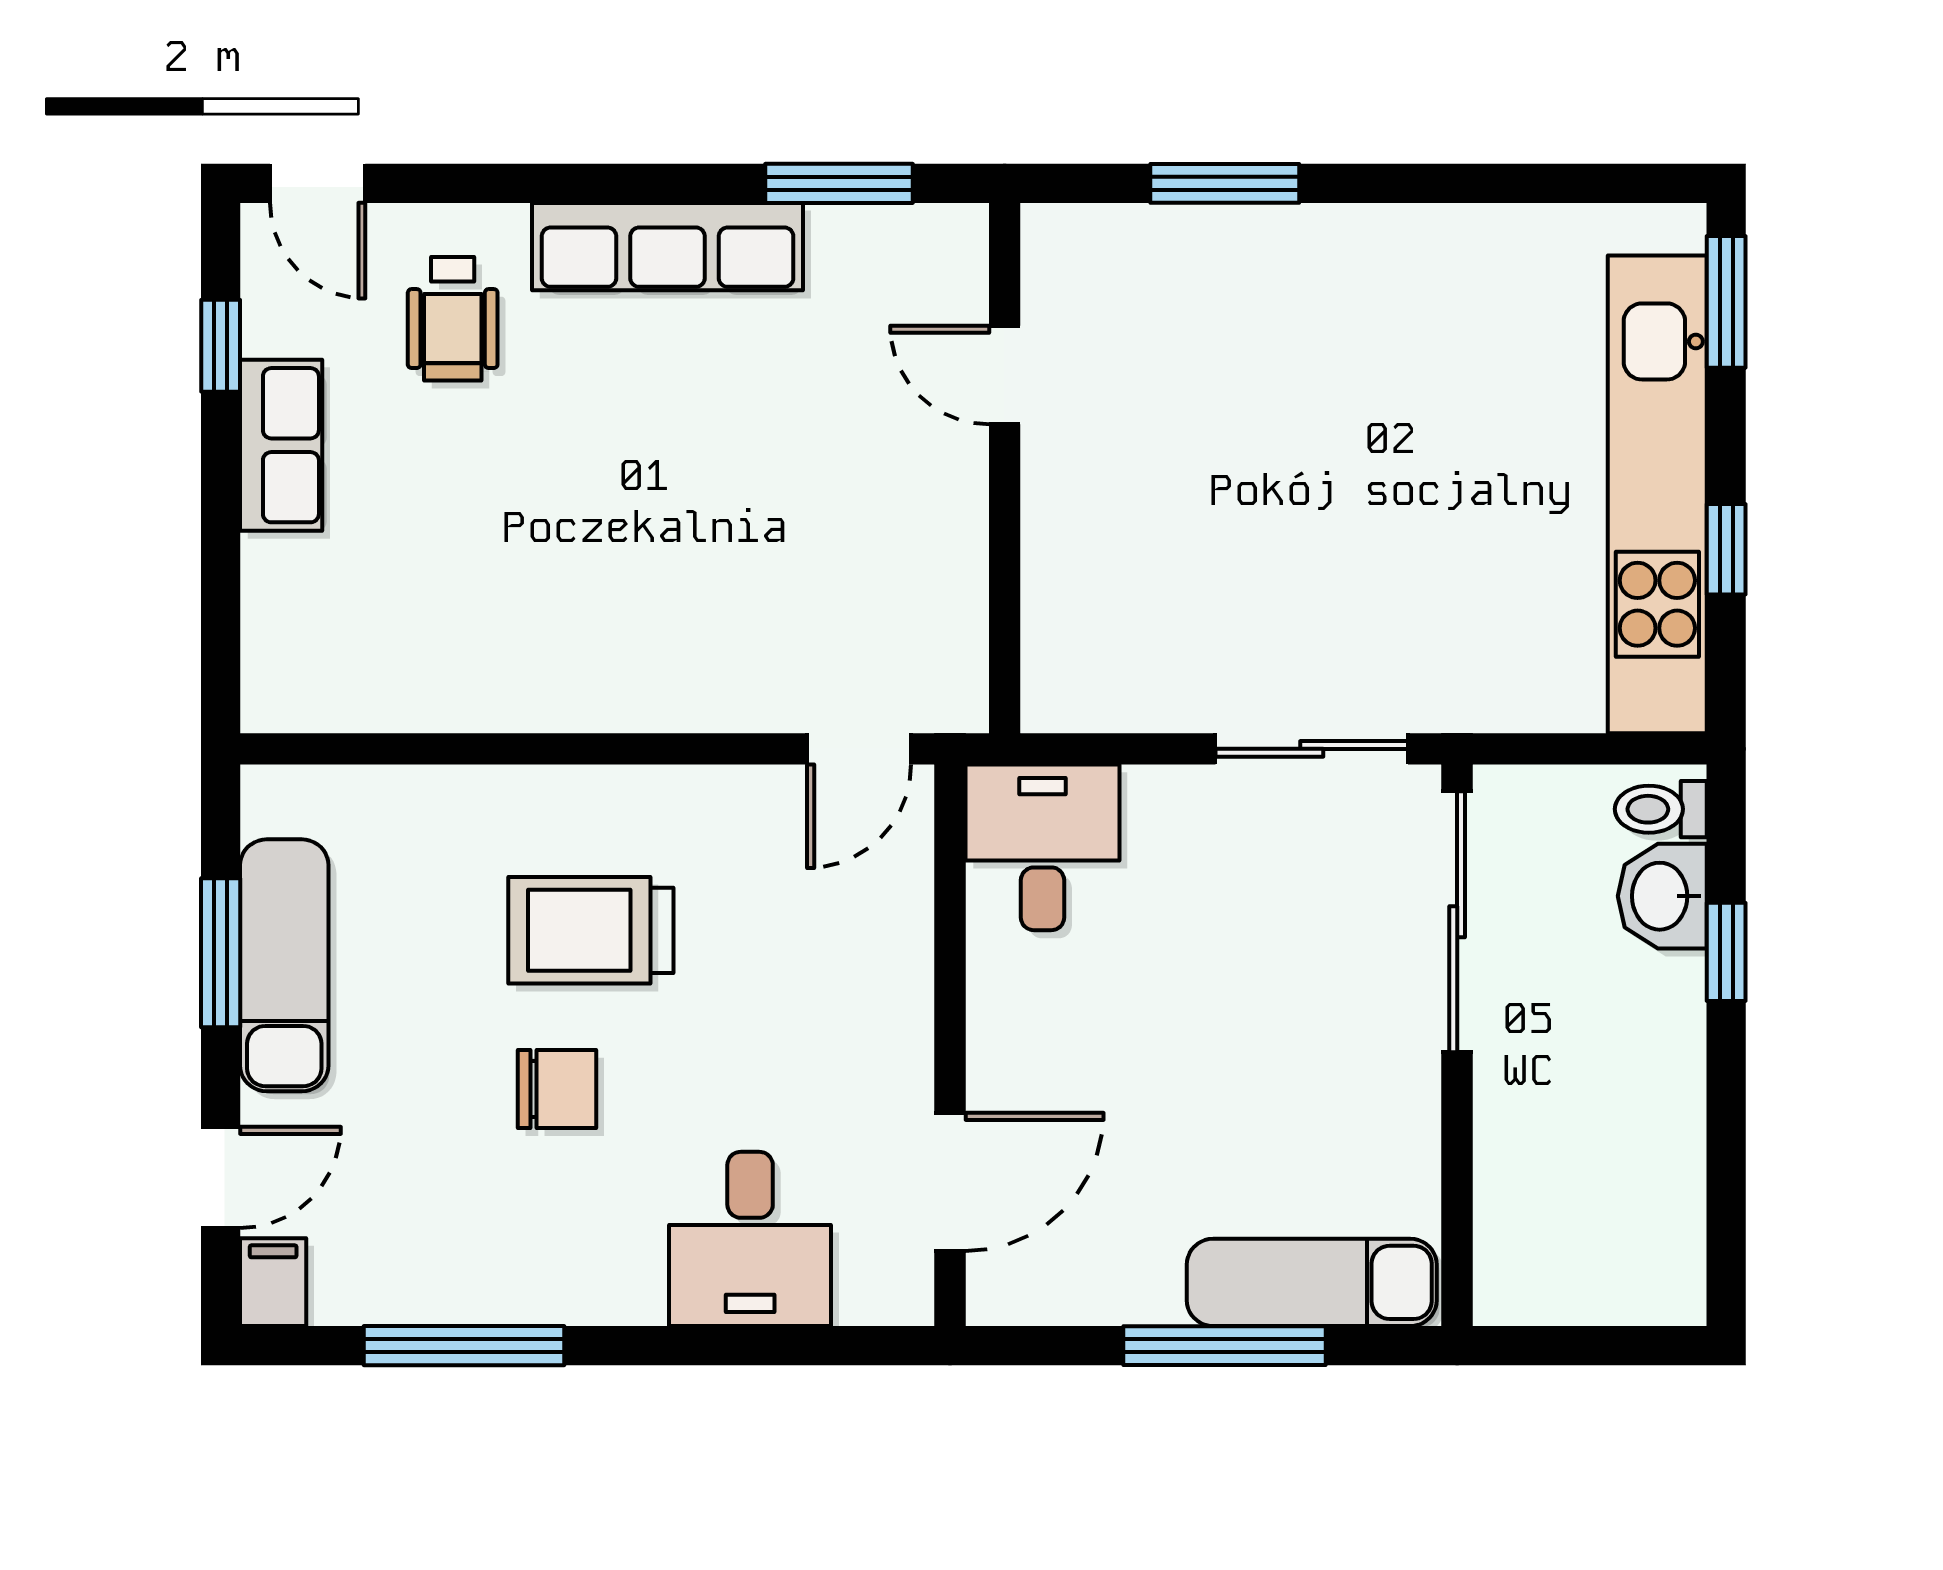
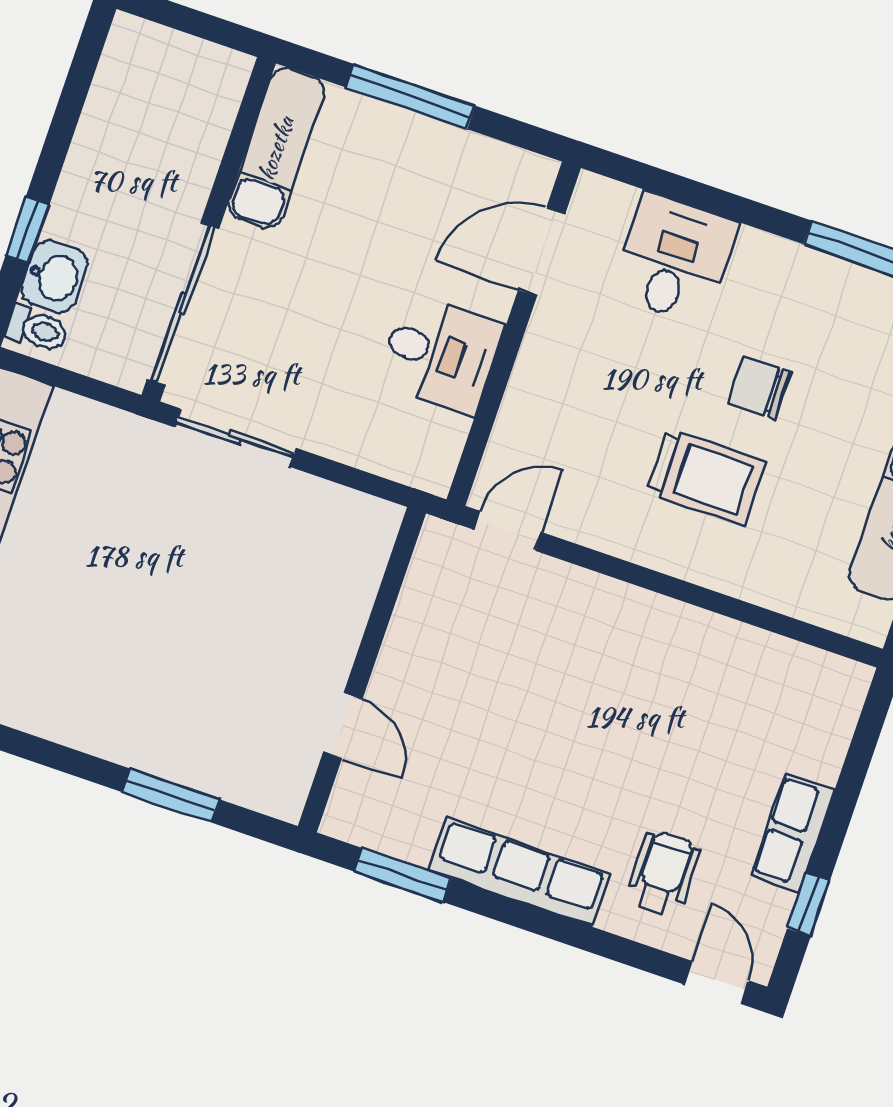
desk: (1043, 847) -> (440, 354), moved, turned -90
exam couch: (1312, 1282) -> (276, 148), moved, turned -90

